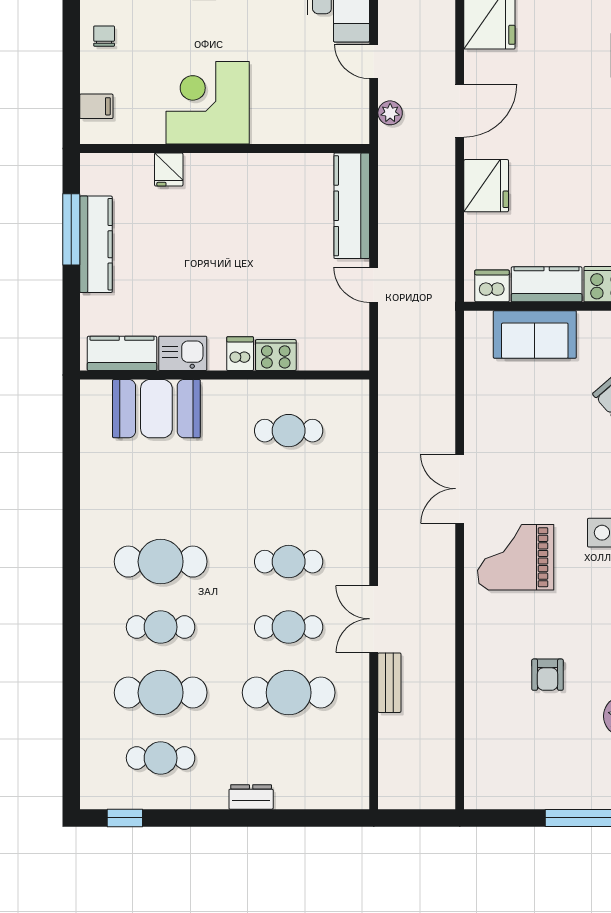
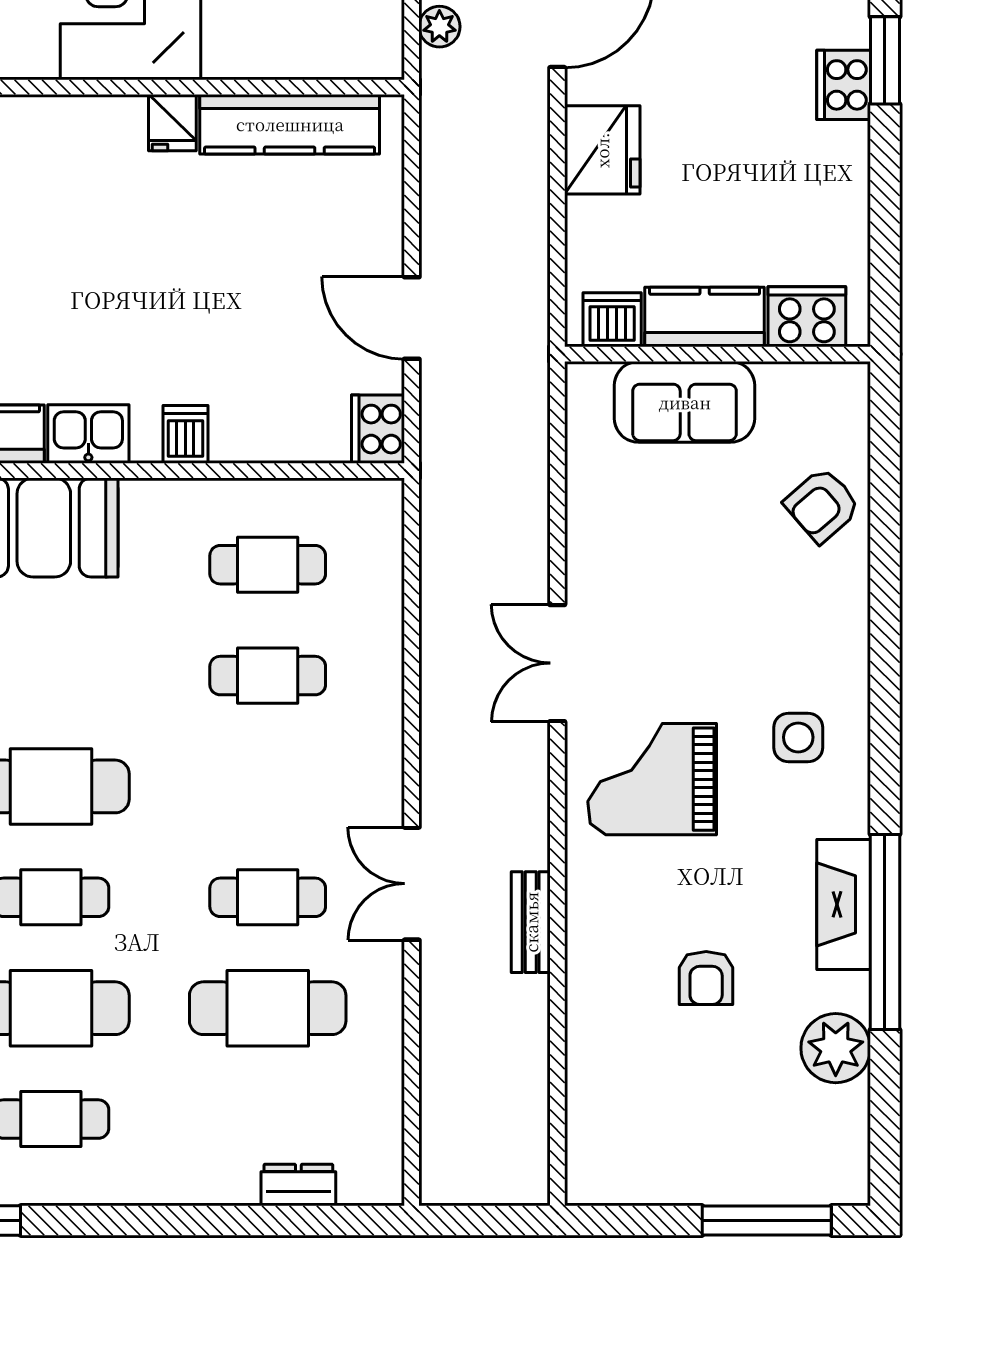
fridge: (169, 170) -> (172, 123), moved
kitchen counter: (352, 206) -> (290, 124), moved, turned -90
door: (374, 285) -> (412, 318), width x1.37
cooker: (276, 355) -> (378, 429), moved, turned -90
cafe table: (289, 562) -> (268, 676), moved
bench: (389, 683) -> (531, 922), moved
dresser: (251, 797) -> (298, 1185), moved

